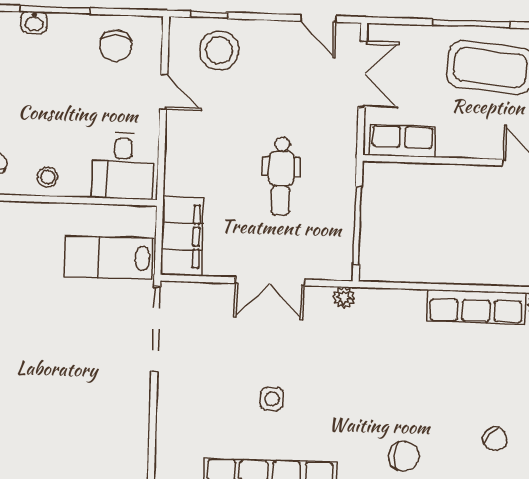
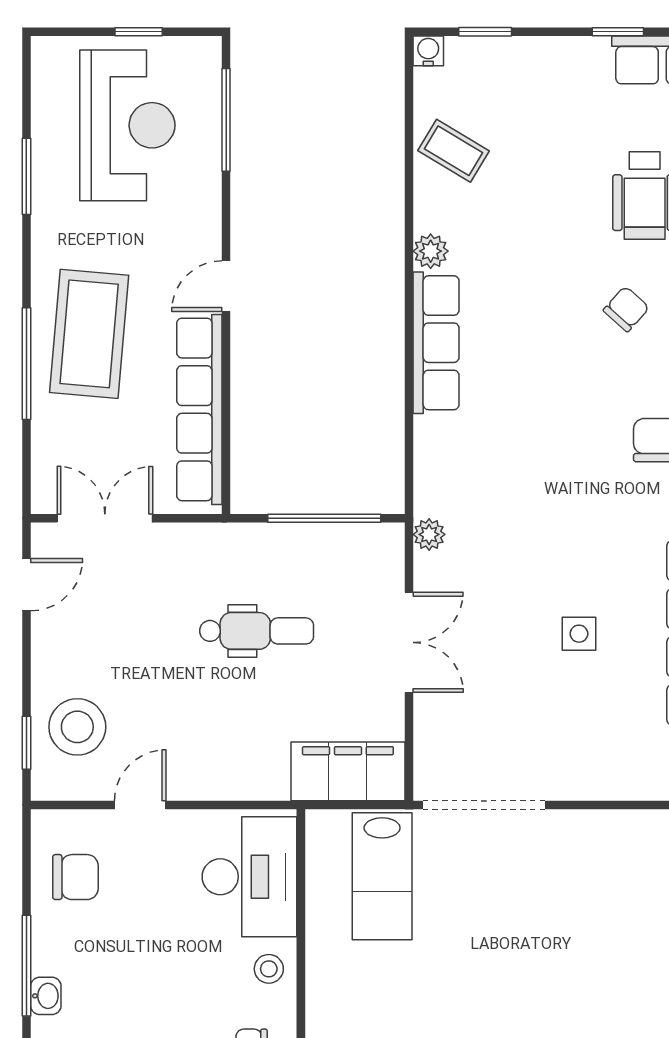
row of seats: (402, 141) -> (199, 409), width x2.02
desk: (123, 166) -> (250, 877), width x1.37

